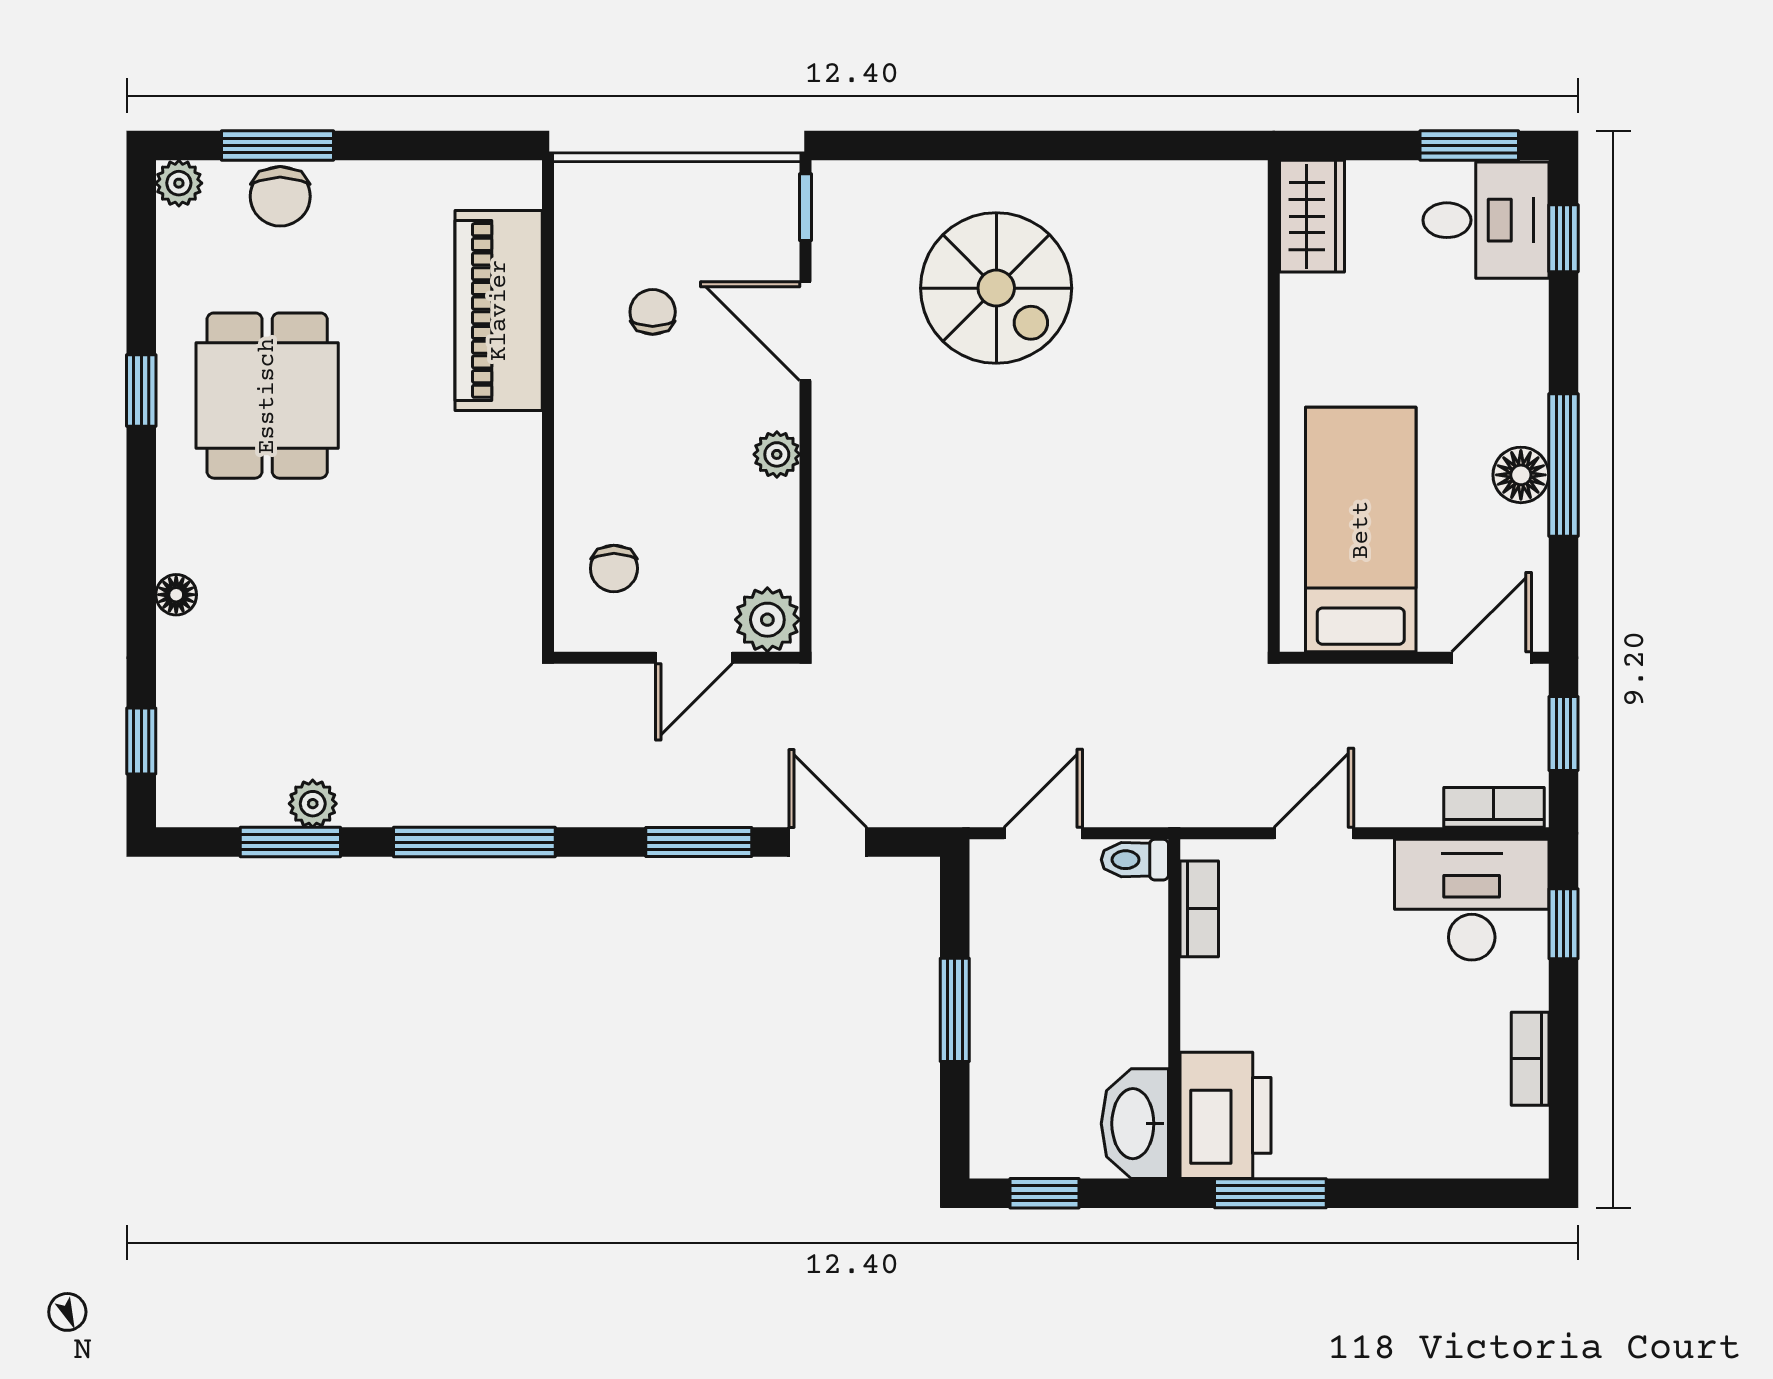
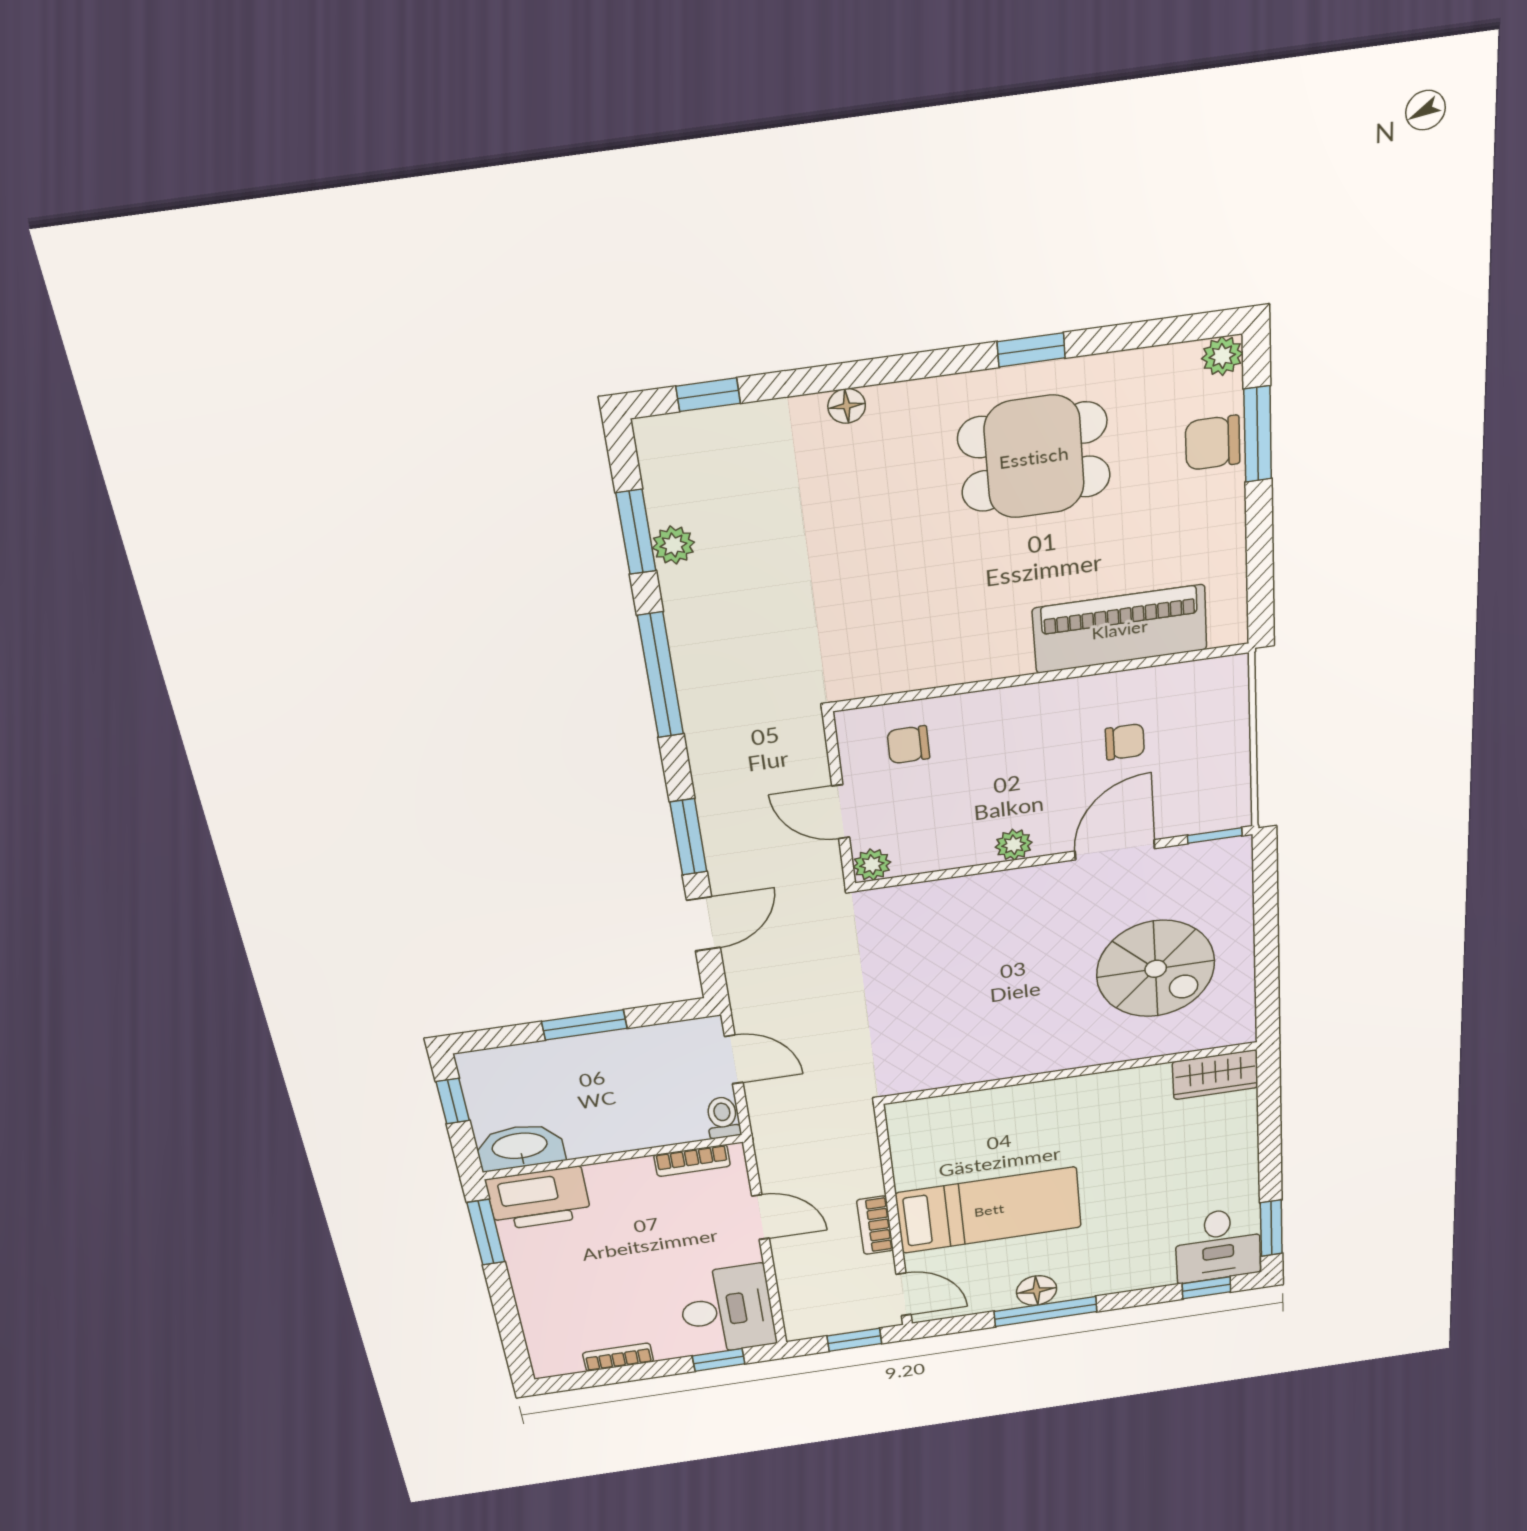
wardrobe: (1312, 216) -> (1215, 1075), moved
spiral stairs: (996, 288) -> (1156, 969), turned -90
wall: (1274, 406) -> (1070, 1073), moved
plant: (767, 620) -> (872, 865), width x0.73, depth x0.73
bookcase: (1494, 807) -> (875, 1225), moved, turned 180

